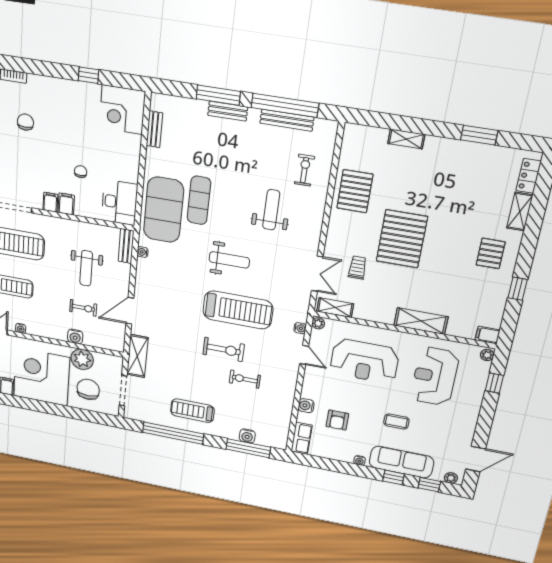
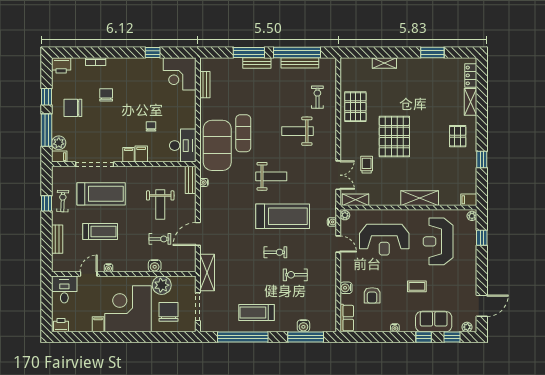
weight bench: (271, 210) -> (298, 131), turned -90
exercise bike: (224, 349) -> (275, 252), width x0.73, depth x0.72
sofa: (401, 462) -> (434, 322), width x0.73

